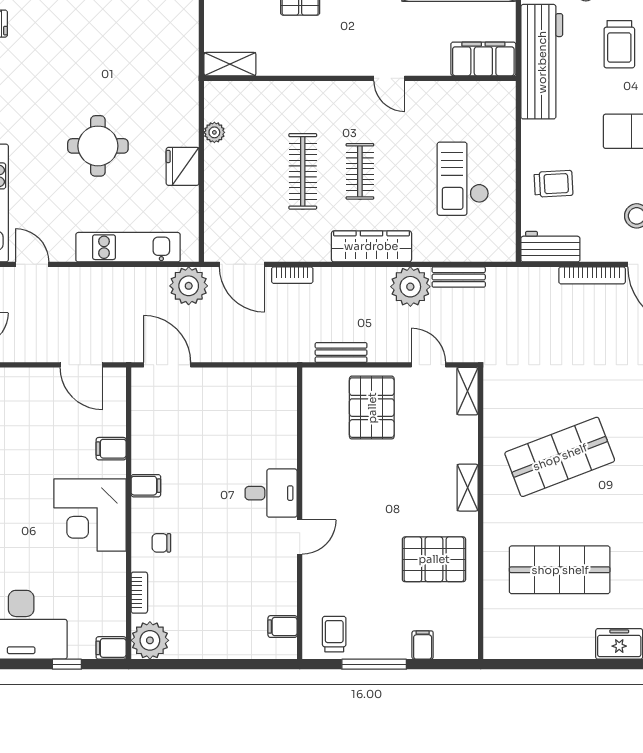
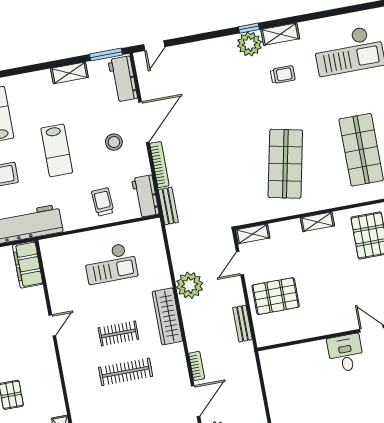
bench: (459, 277) -> (168, 206), moved
shop shelf: (560, 457) -> (285, 164), turned 33

